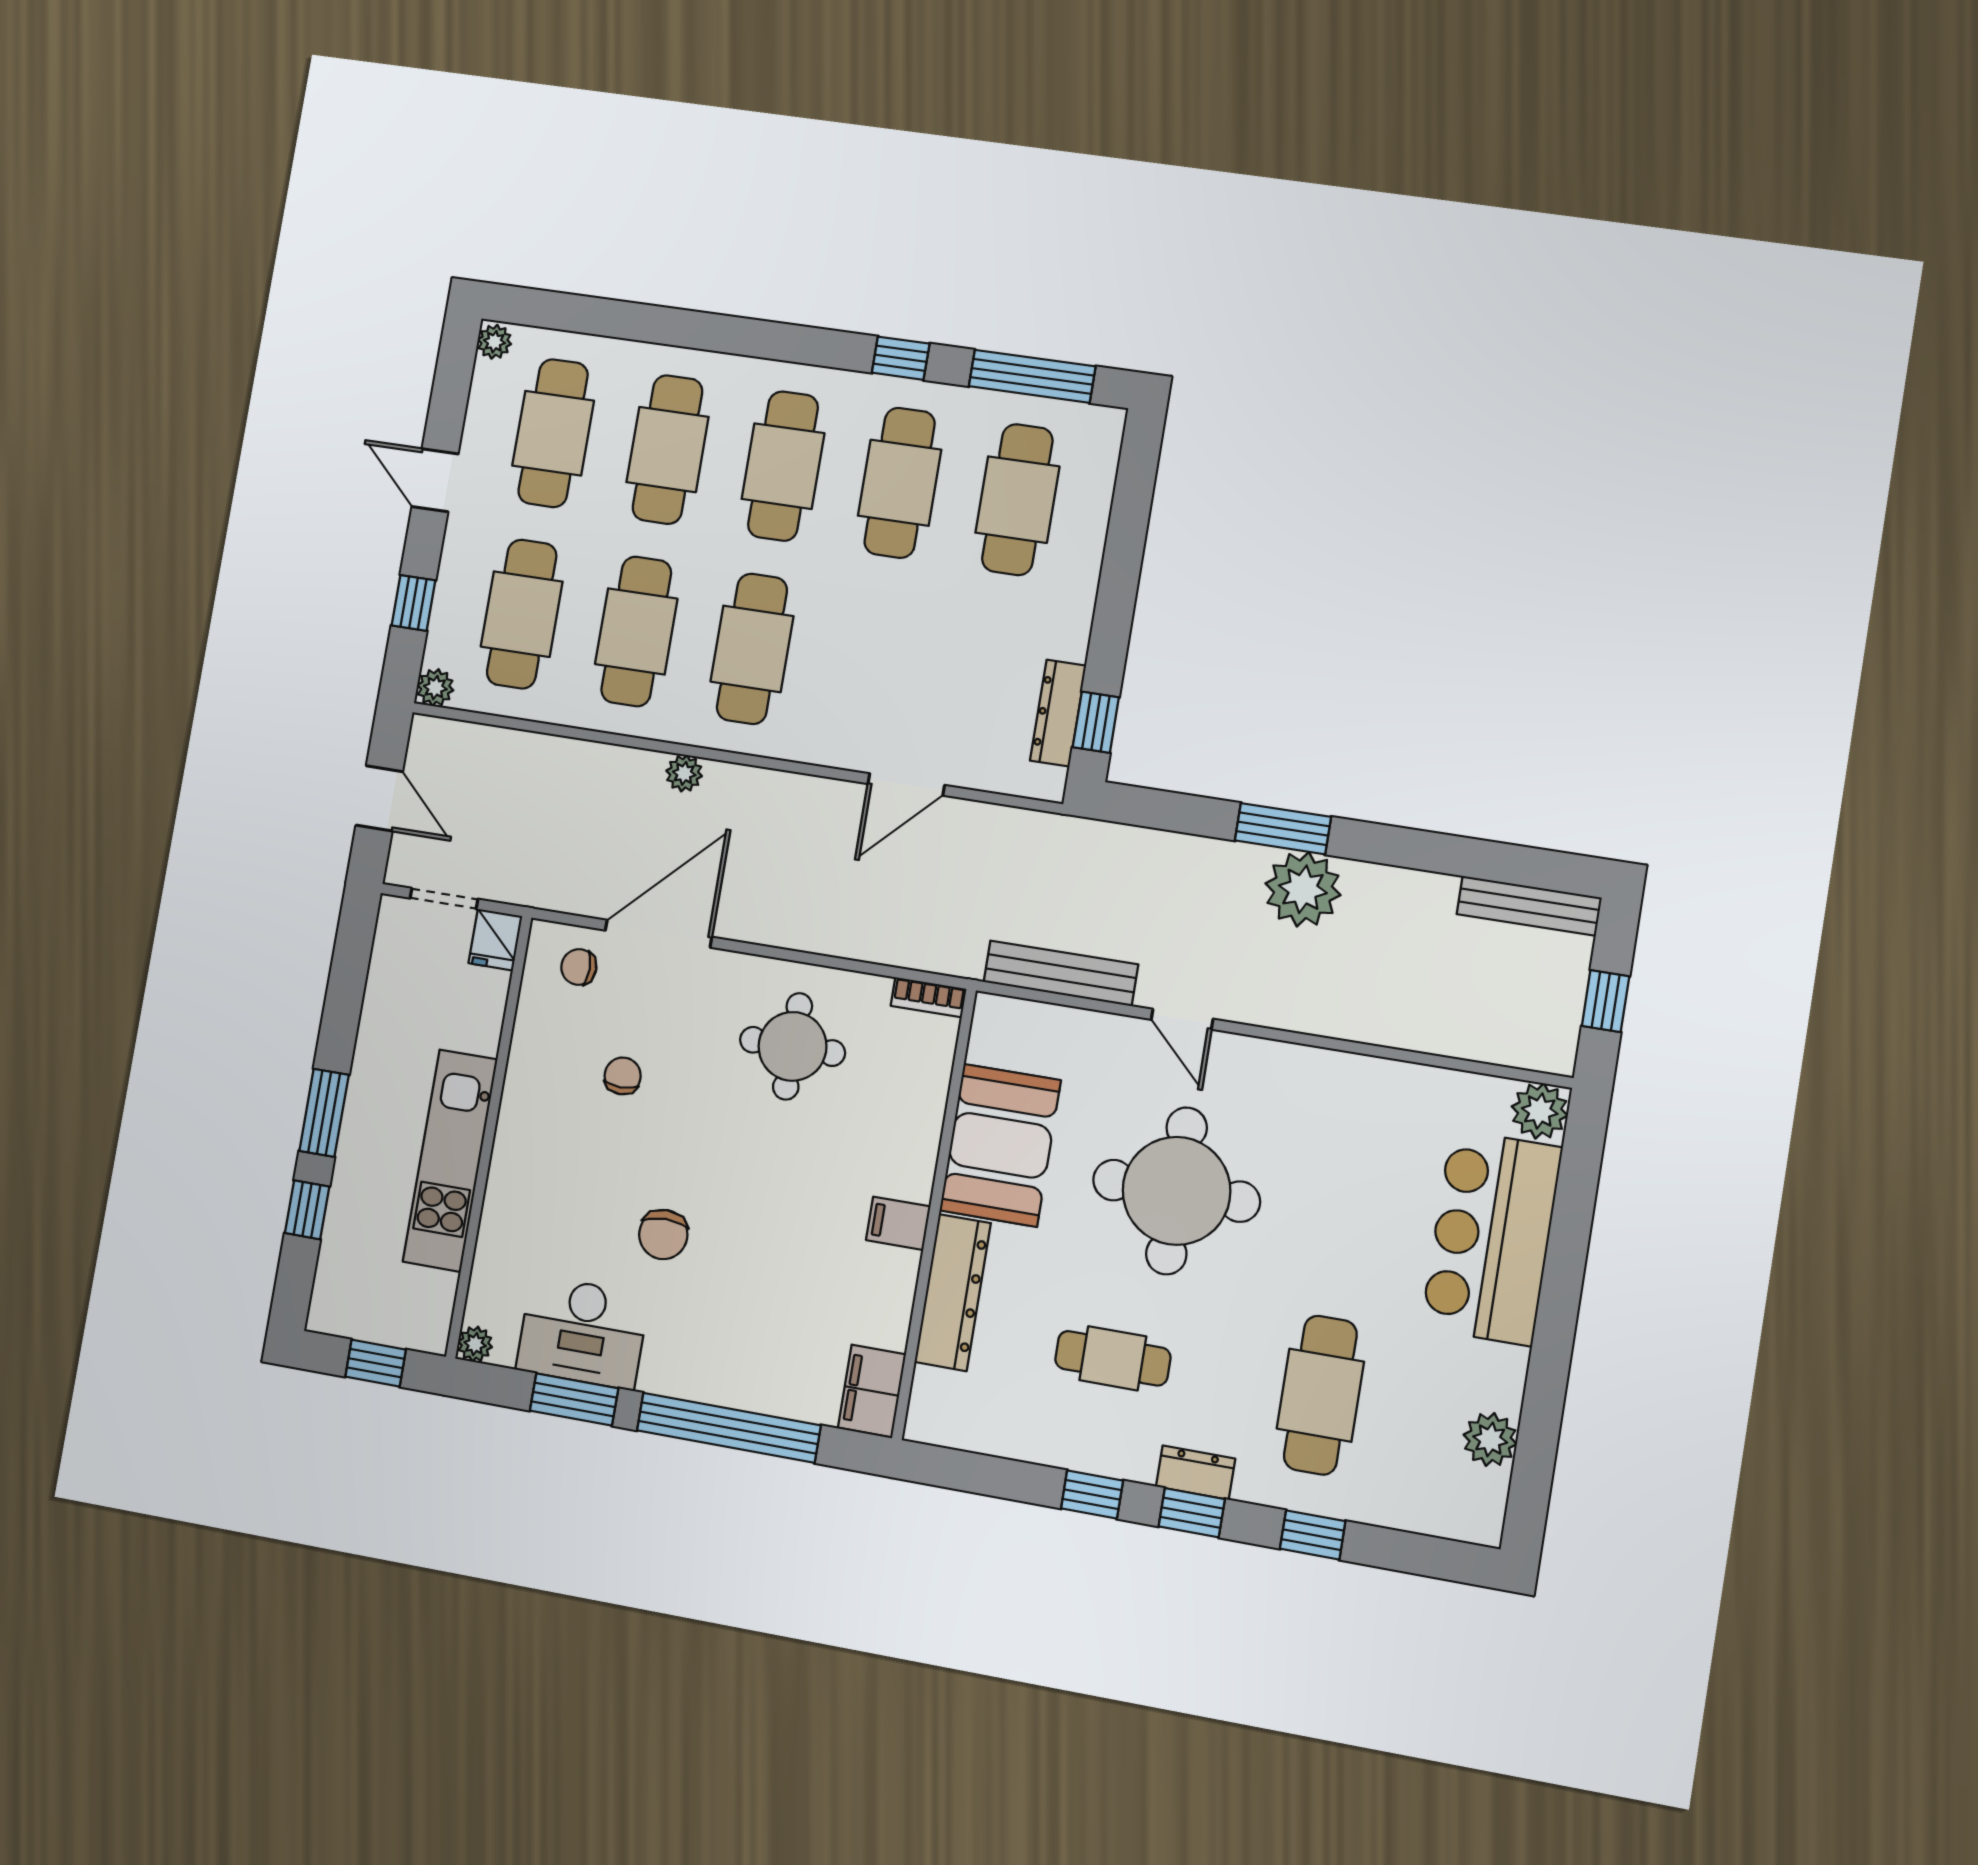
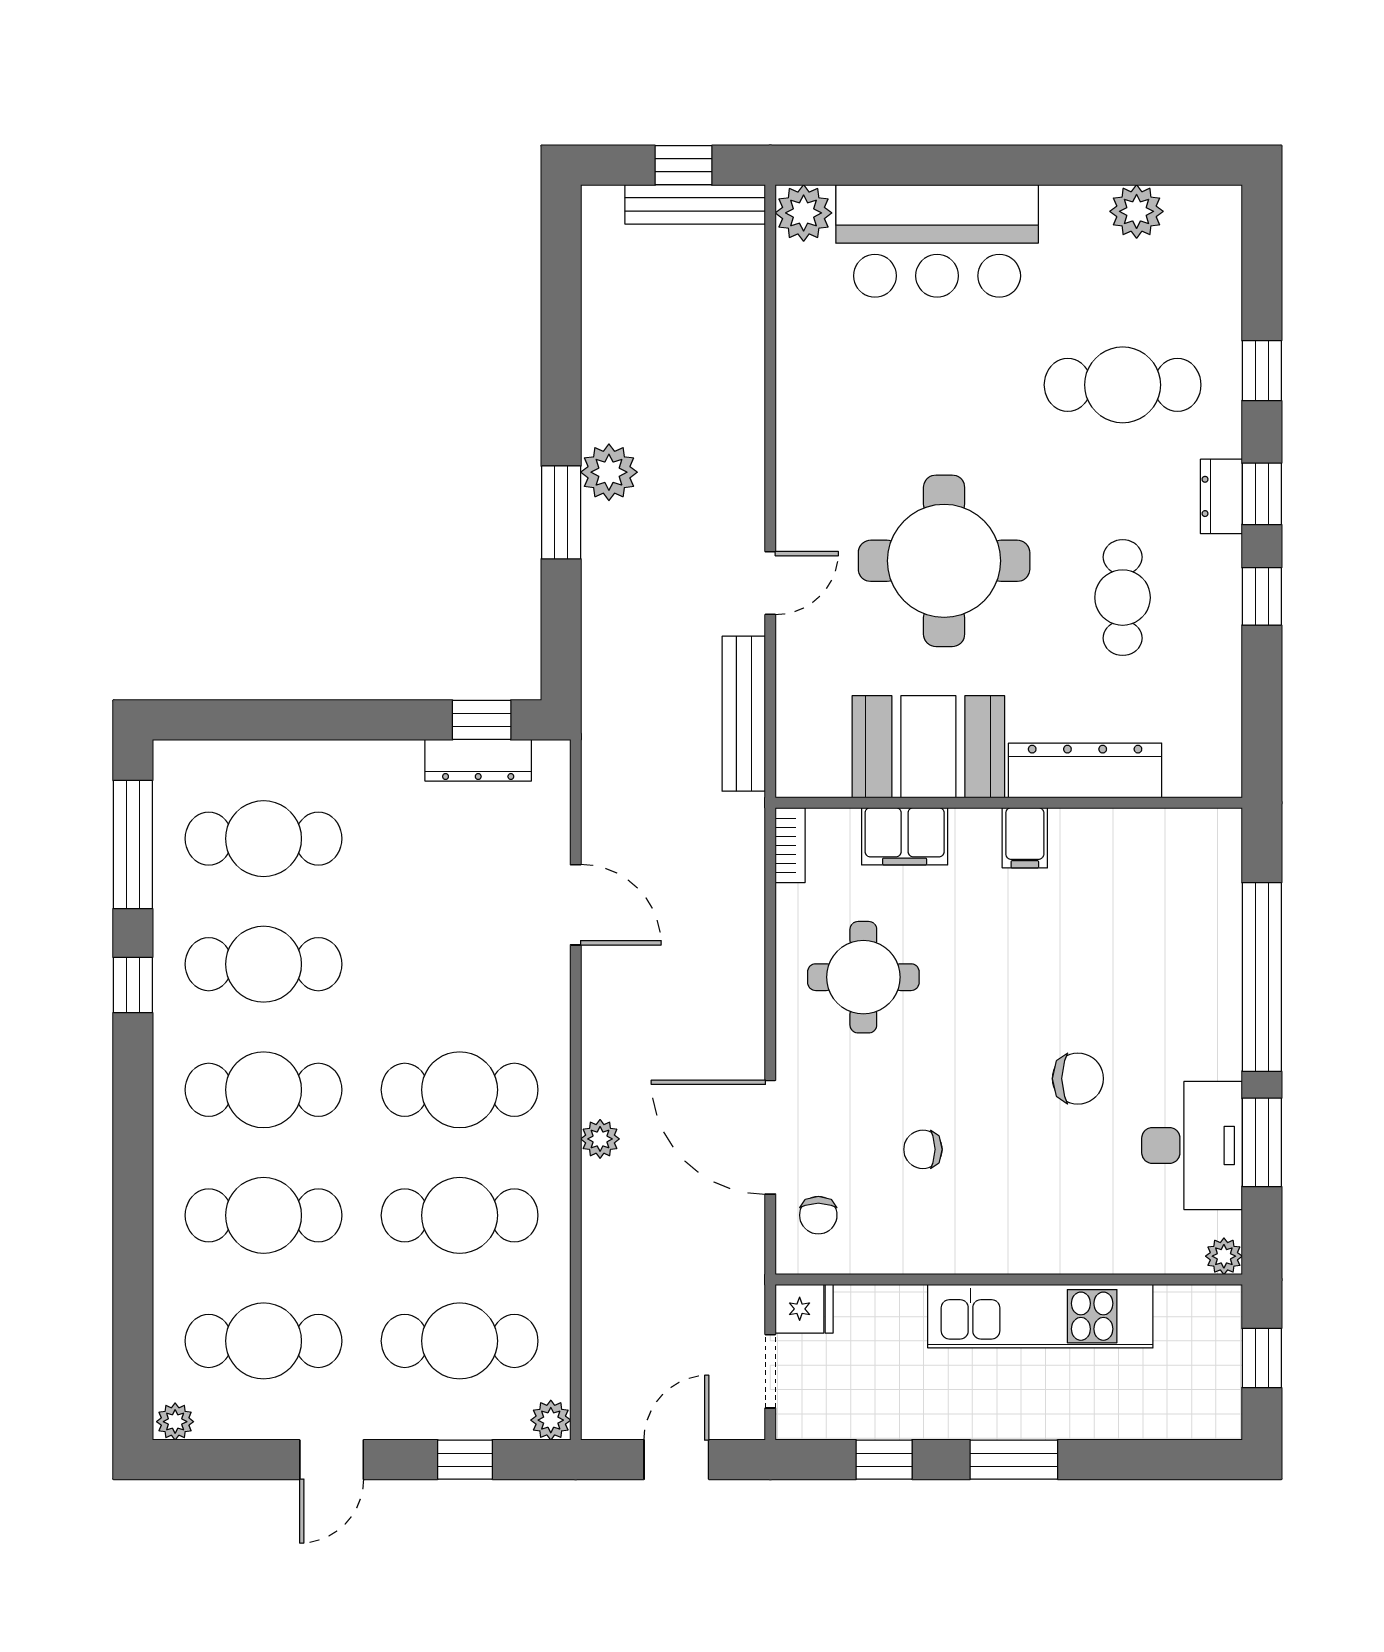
plant: (1303, 889) -> (609, 472), width x0.73, depth x0.73
bench: (1529, 906) -> (695, 204), moved, turned 90
window: (307, 1210) -> (884, 1460), moved
filing cabinet: (872, 1391) -> (905, 836), moved

